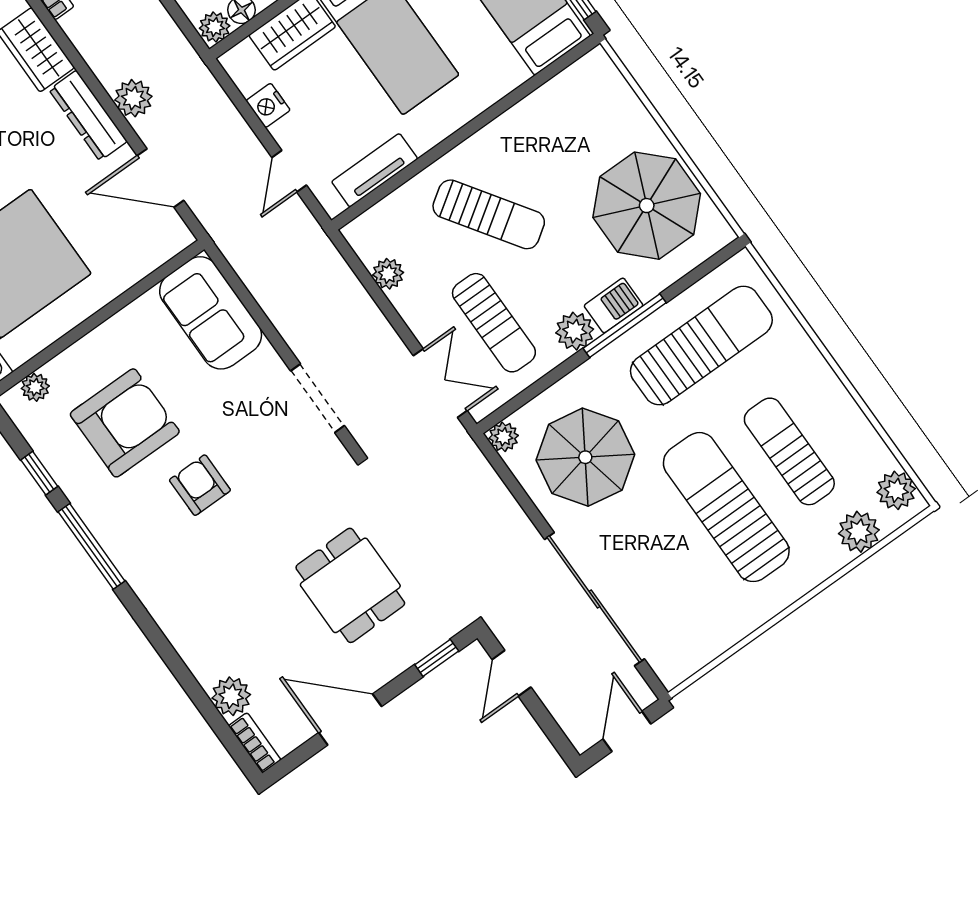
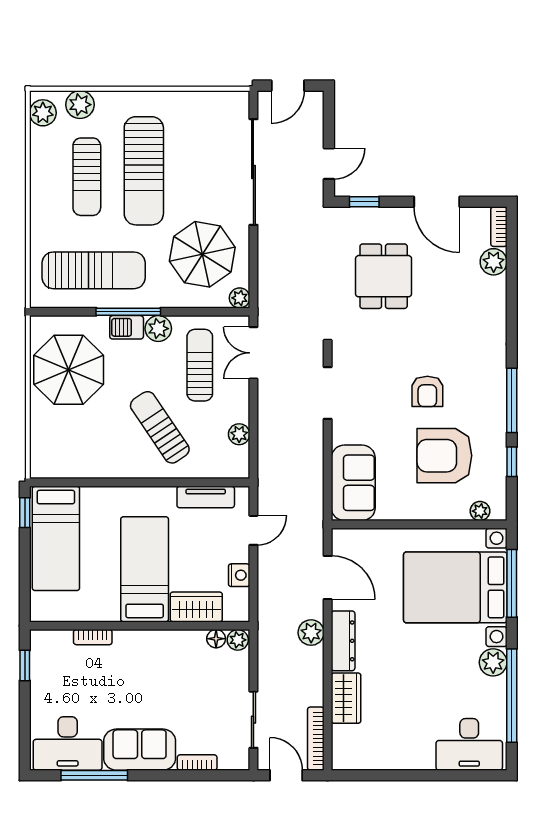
sun lounger: (701, 346) -> (94, 270), turned 180

